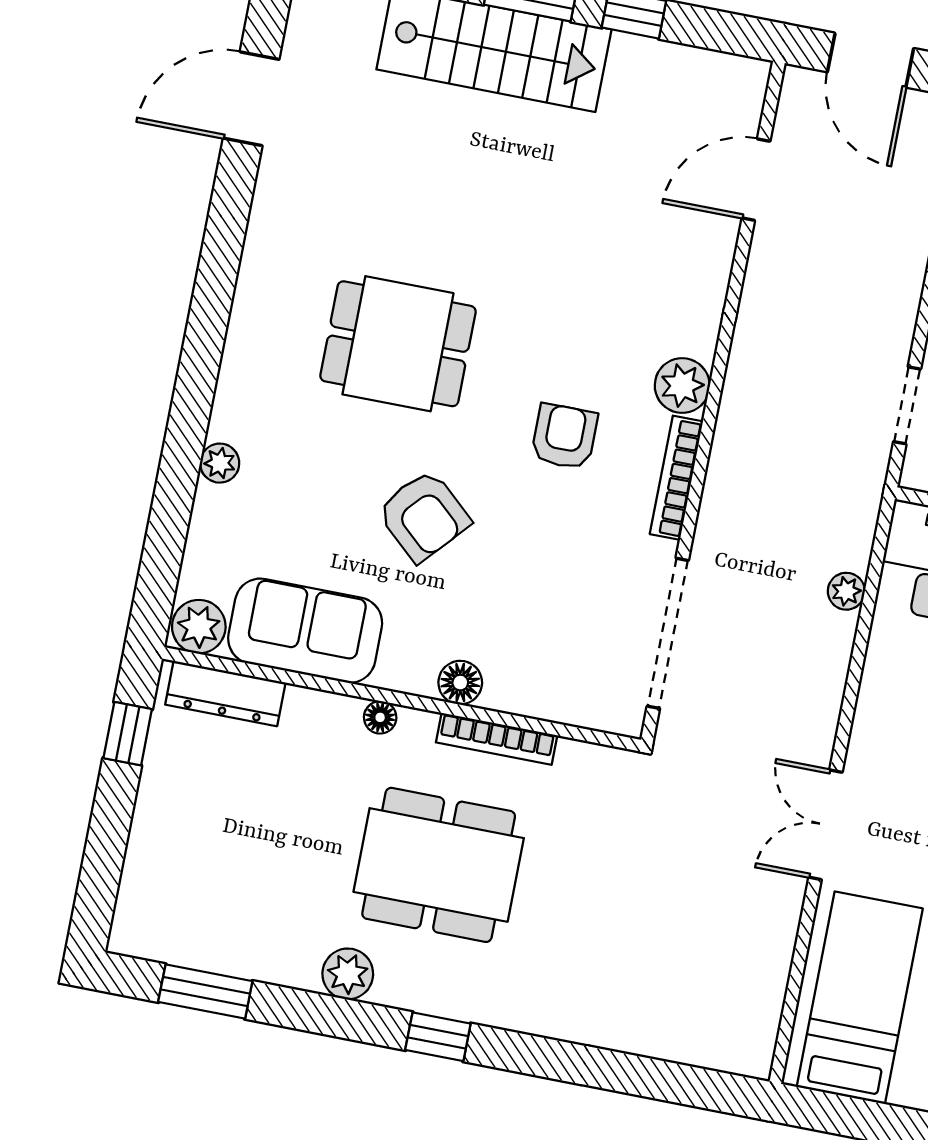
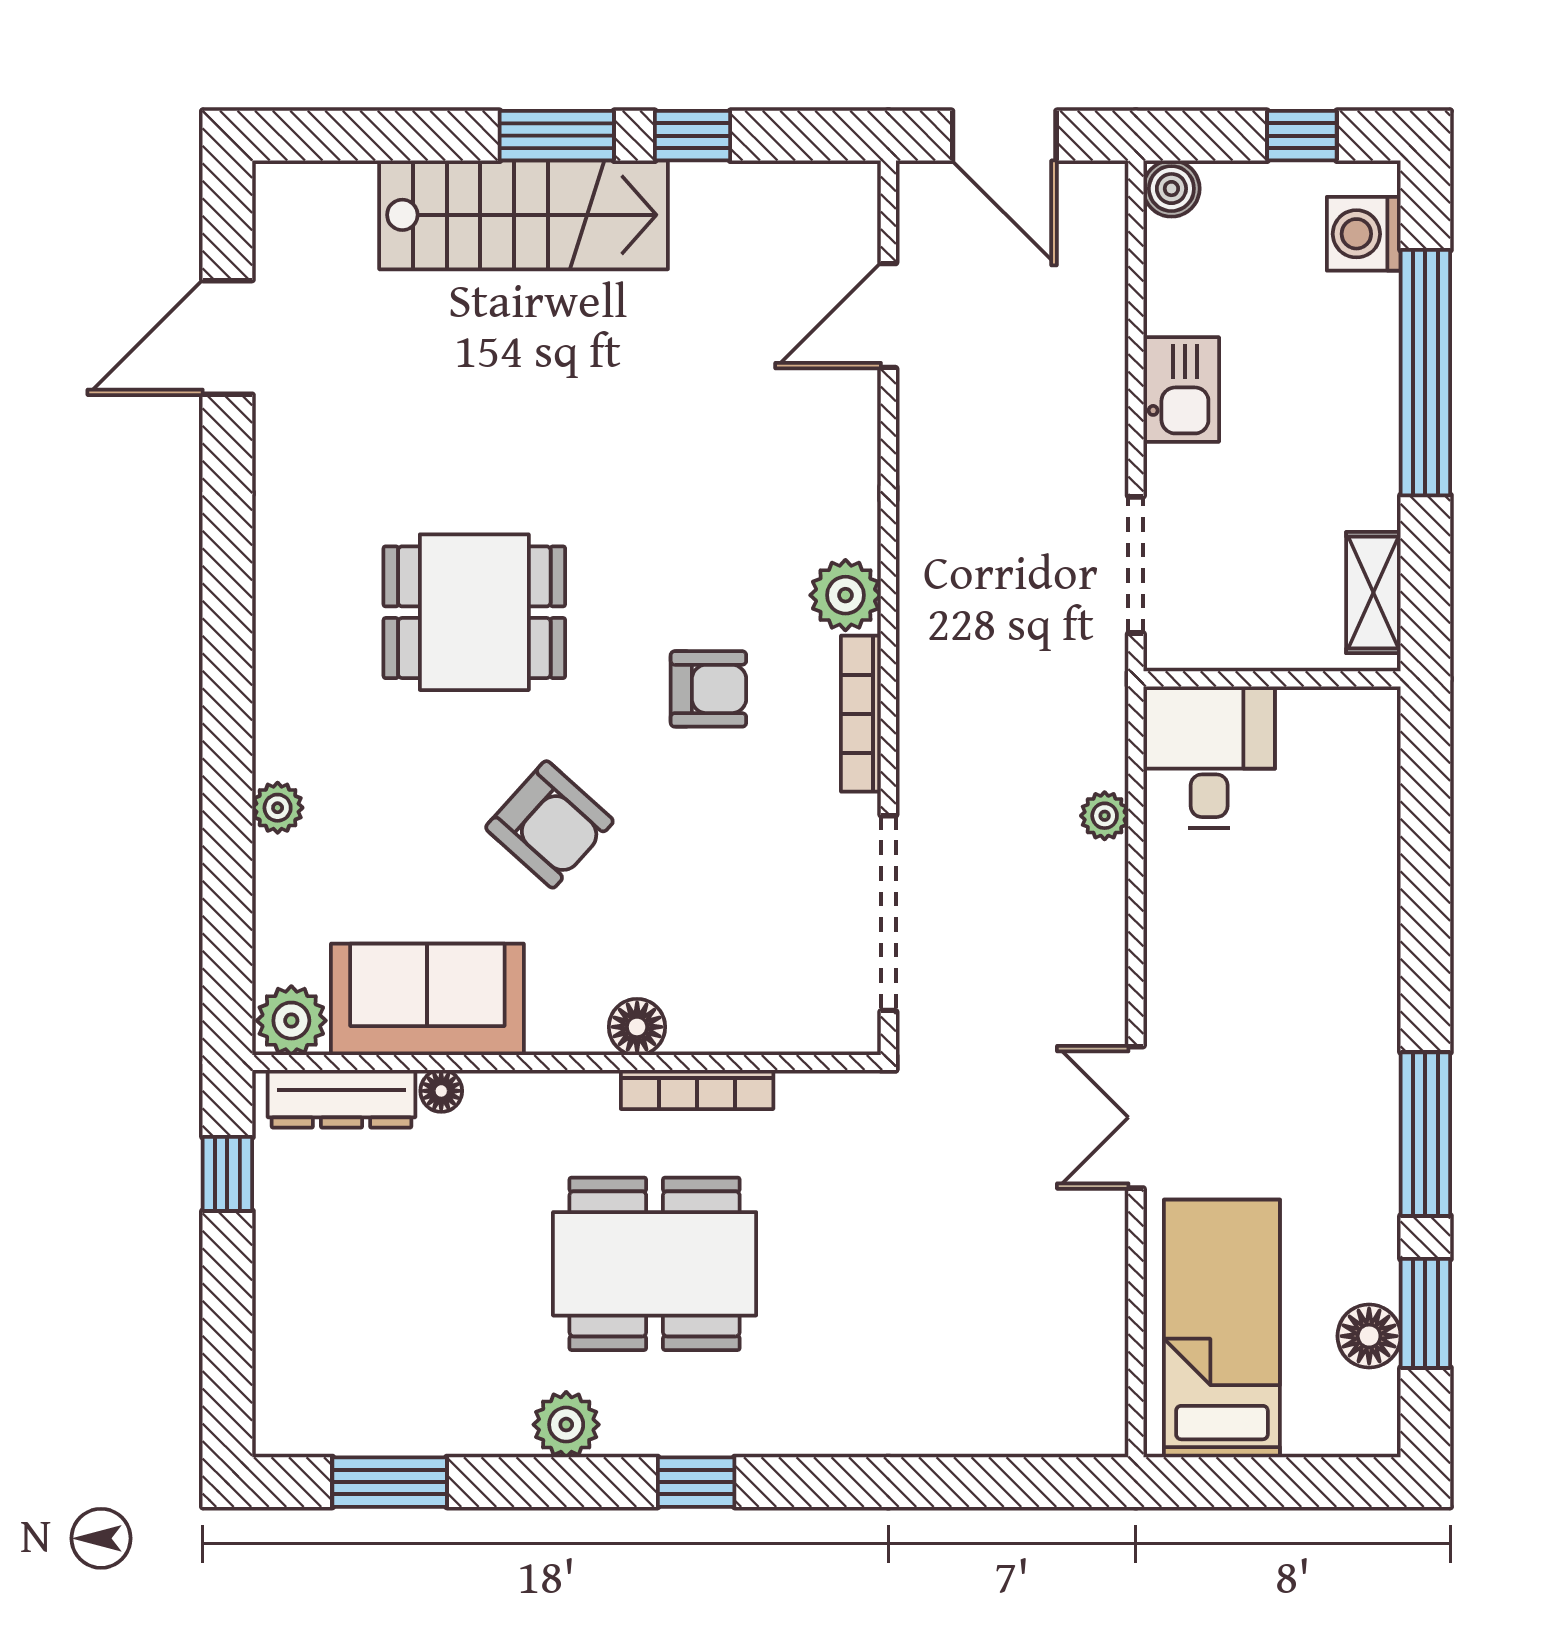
doorway: (907, 405) -> (1136, 565), width x1.38
armchair: (564, 437) -> (708, 689), turned 90
floor lamp: (380, 717) -> (441, 1091), moved

